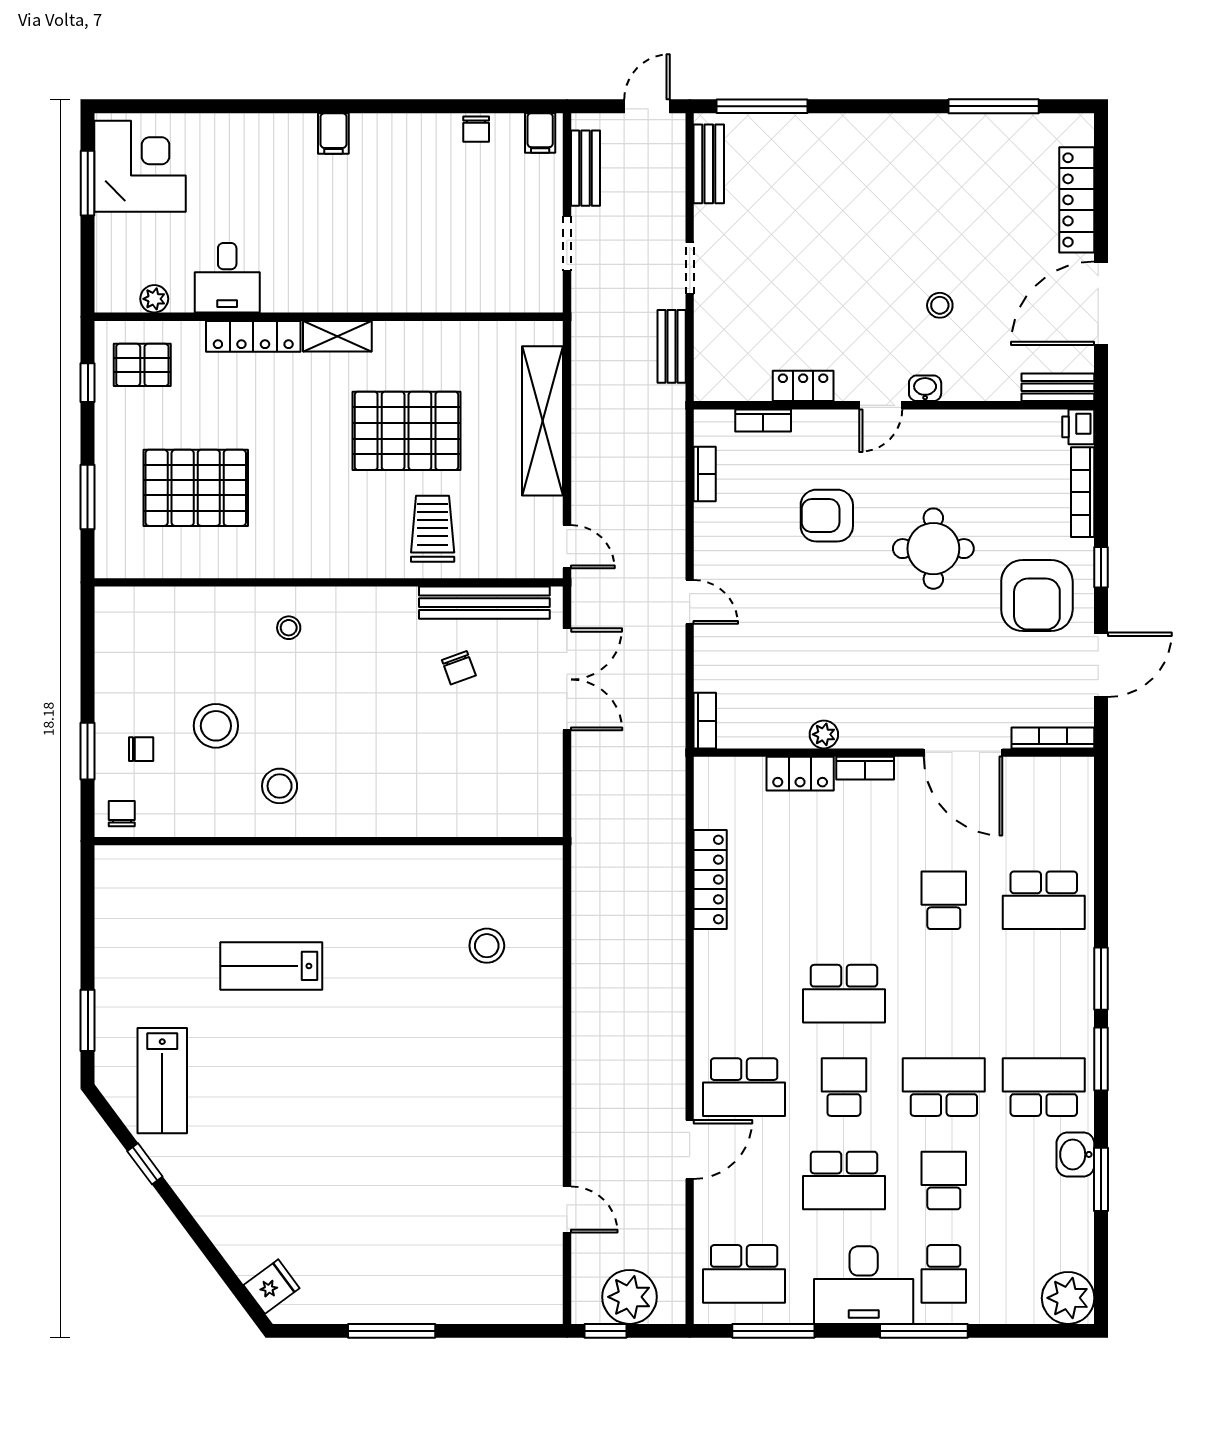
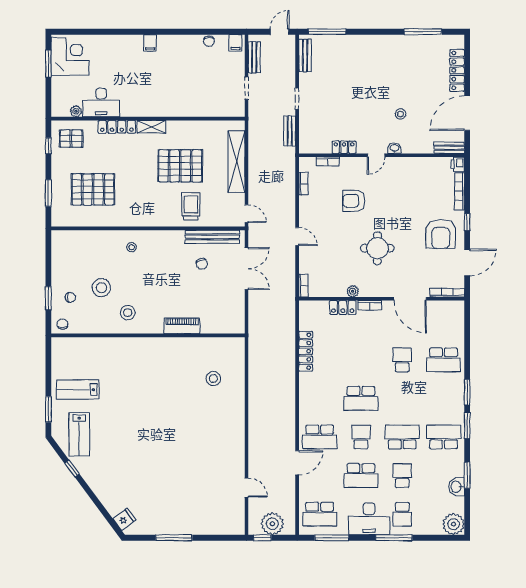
desk: (227, 278) -> (101, 103), width x1.37
round table: (933, 549) -> (377, 248), moved
piano: (411, 818) -> (182, 326), added
lab bench: (271, 966) -> (78, 390), moved
washbasin: (1075, 1154) -> (457, 487), moved

